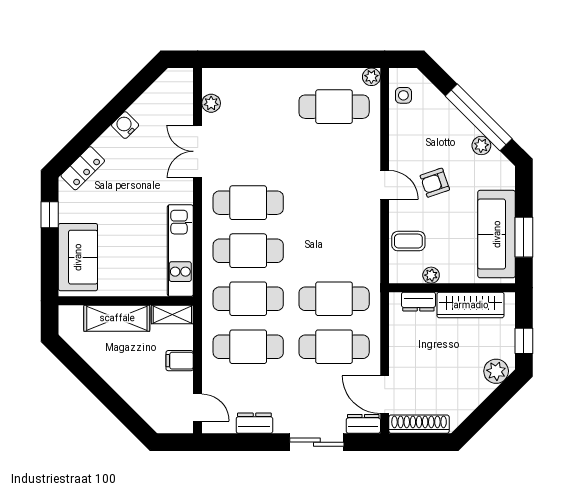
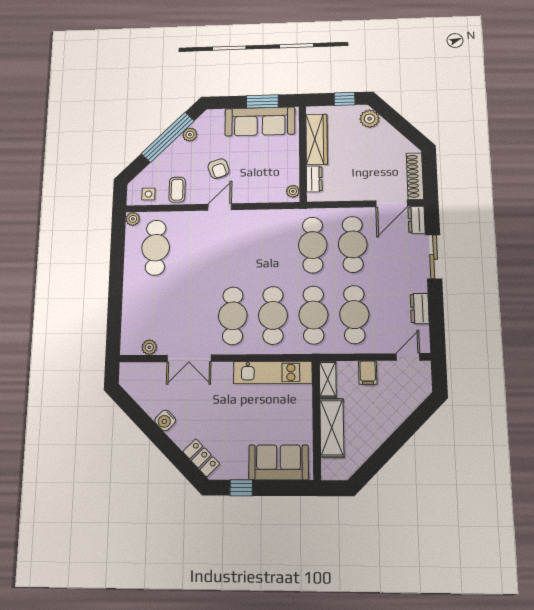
coffee table: (408, 241) -> (177, 190), moved
plant: (431, 275) -> (293, 191), moved

